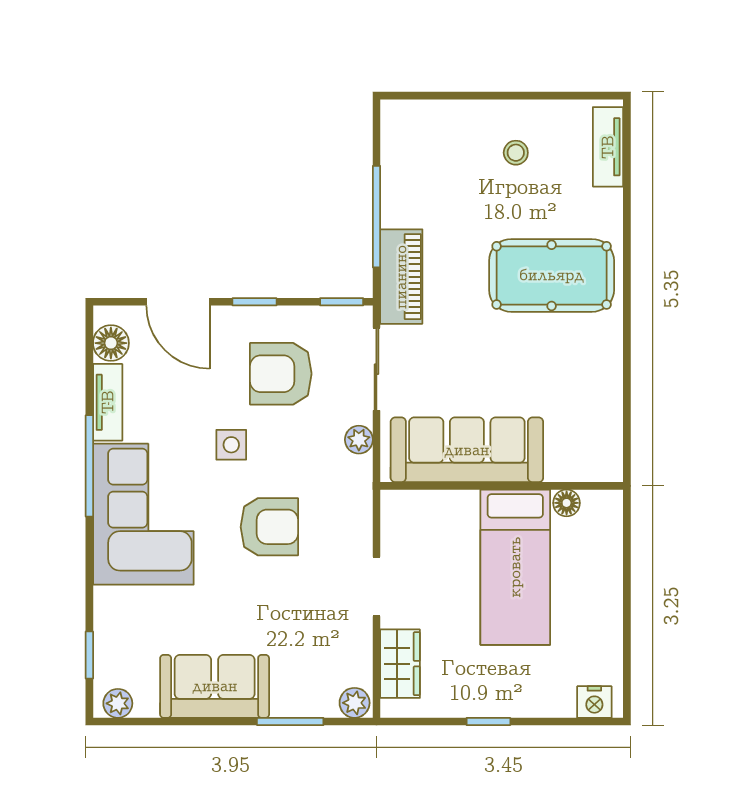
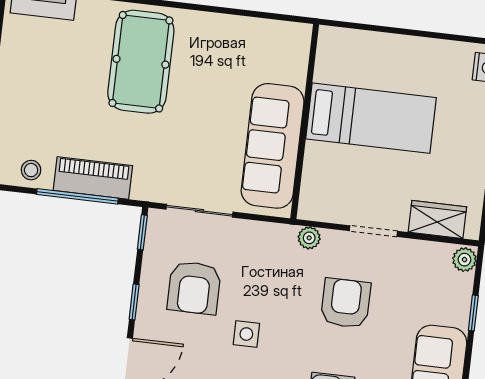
stool: (516, 153) -> (31, 170), moved
piano: (401, 277) -> (93, 178), moved
plant: (359, 440) -> (309, 238), moved
floor lamp: (567, 503) -> (324, 71), removed
armchair: (269, 527) -> (346, 303), moved
window: (290, 722) -> (473, 313), width x0.67

